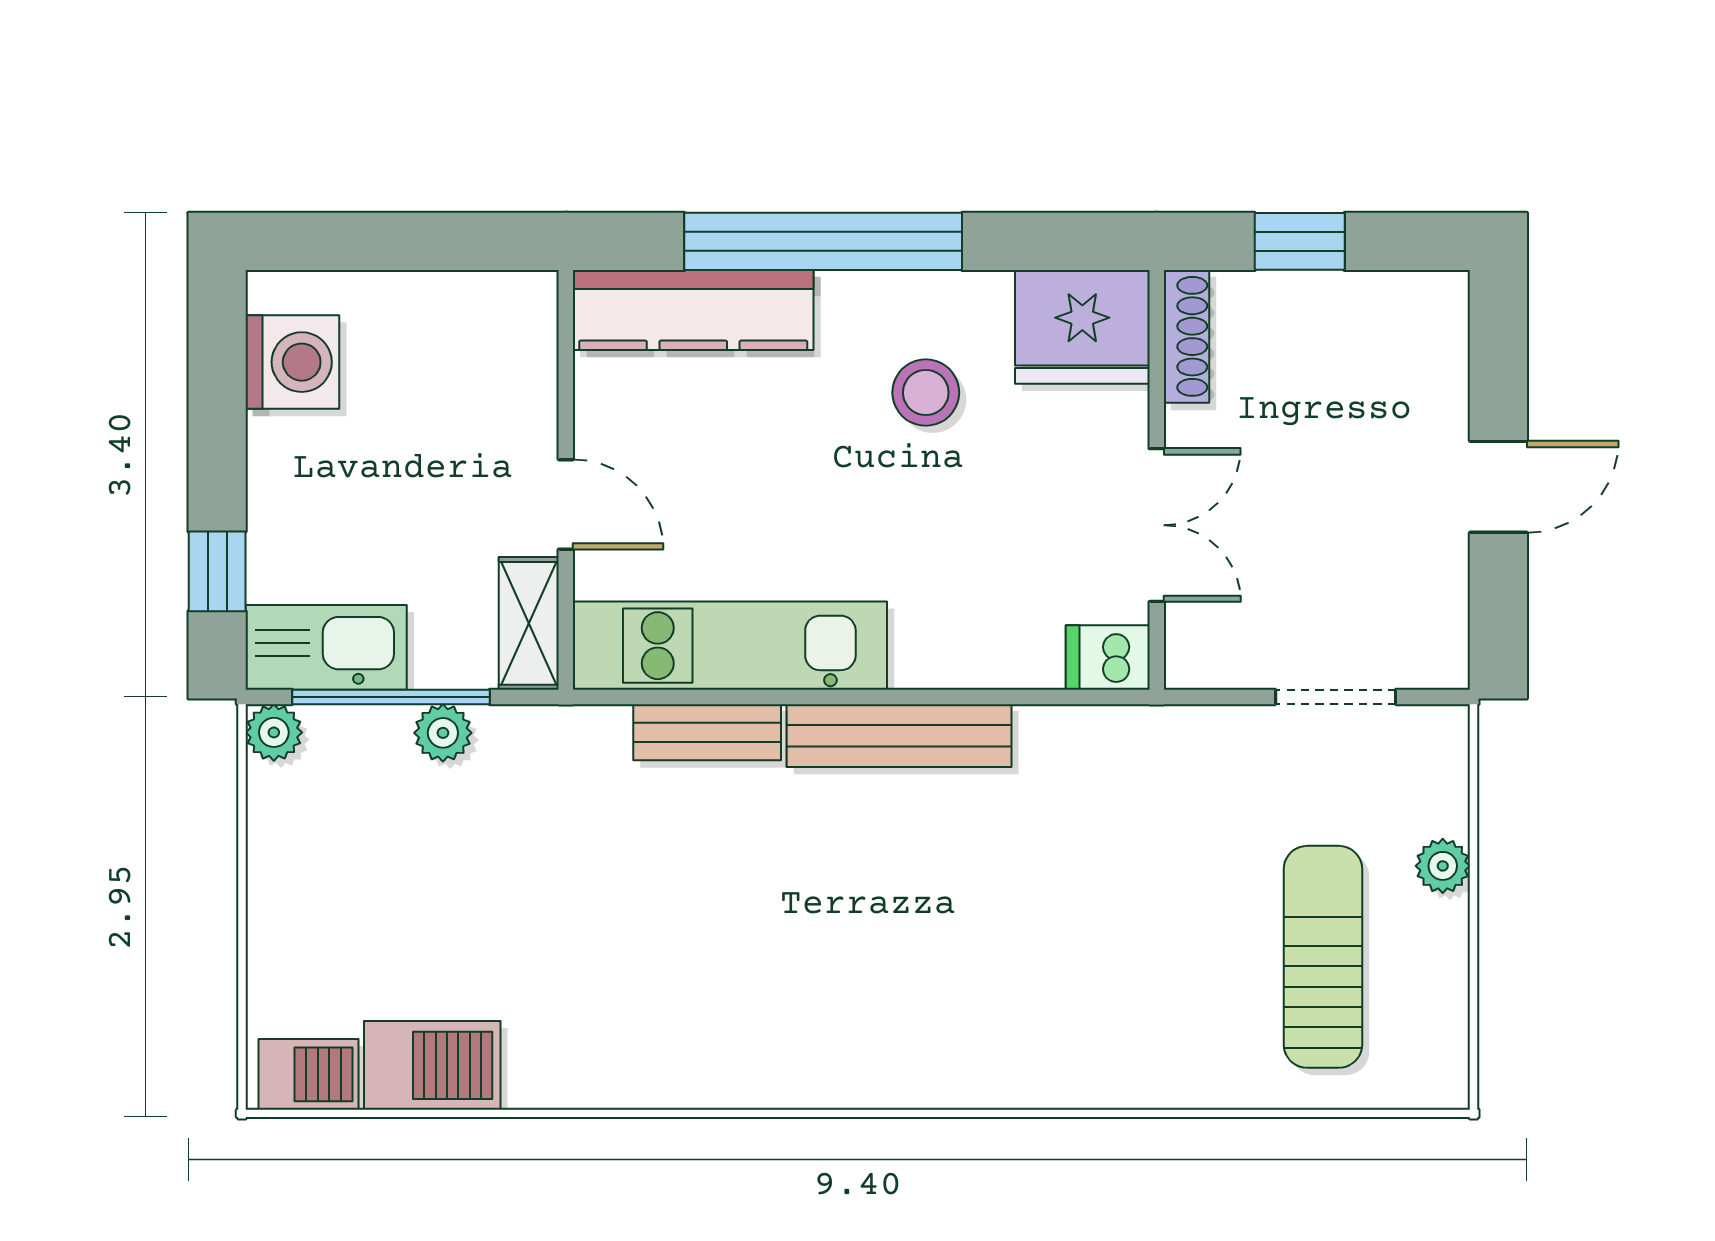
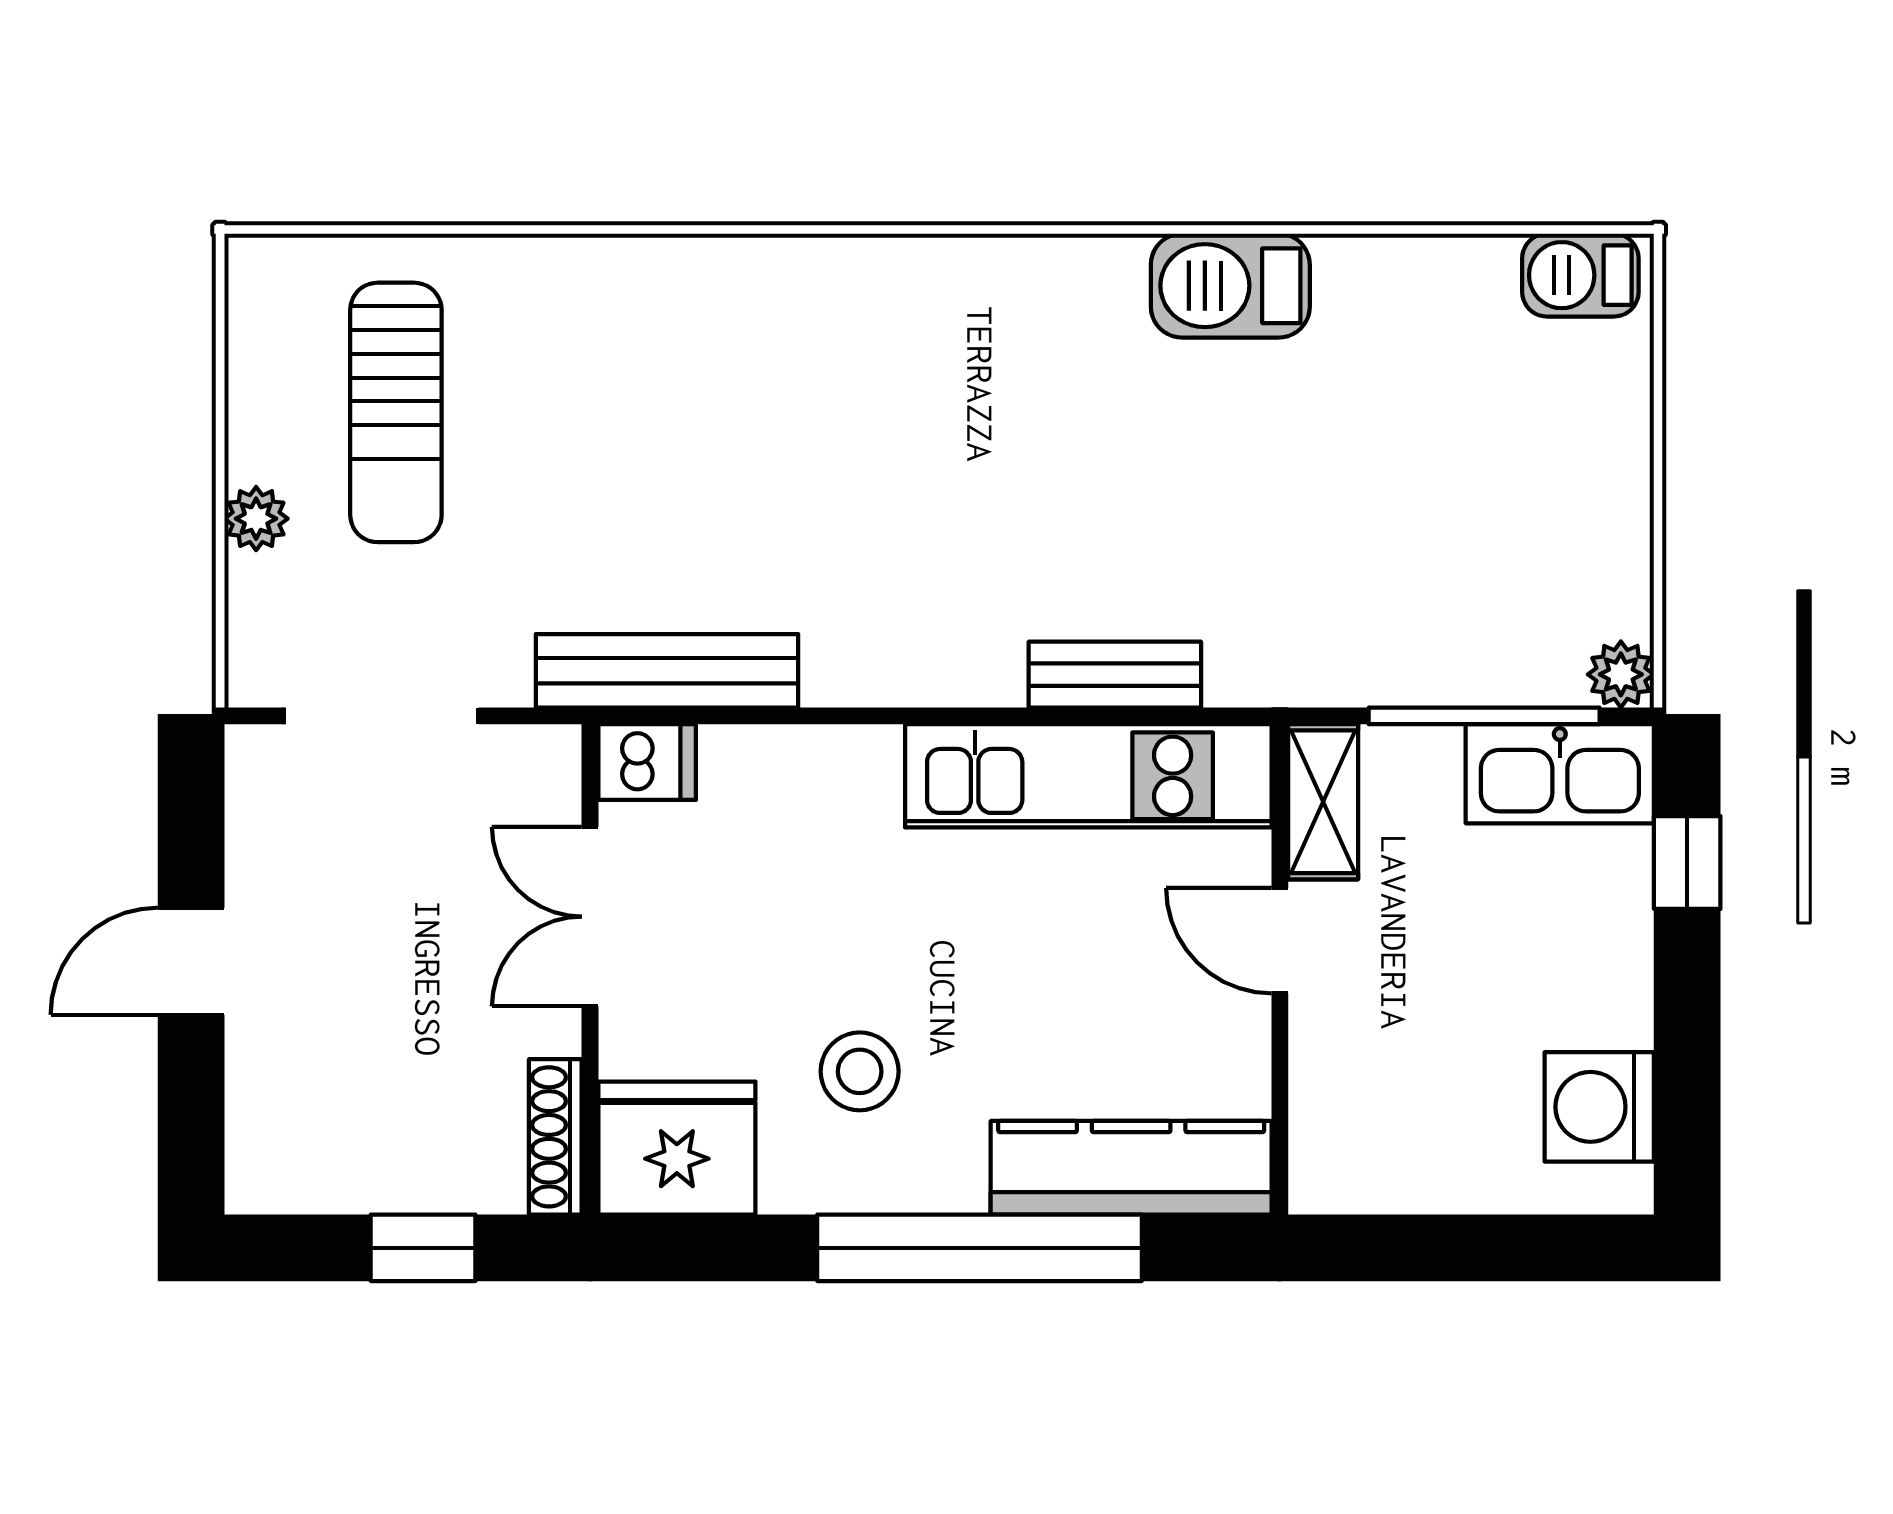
doorway: (1336, 697) -> (381, 716), width x1.38
plant: (443, 733) -> (1423, 674), removed
bench: (899, 736) -> (667, 671), moved
barbecue: (432, 1065) -> (1230, 286), moved

